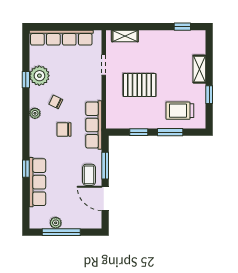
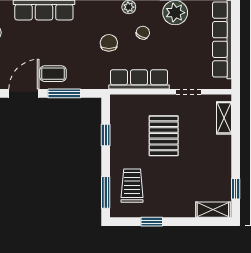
shelving: (199, 69) -> (213, 210), moved
row of seats: (94, 125) -> (139, 79), moved
window: (170, 132) -> (106, 192), moved

